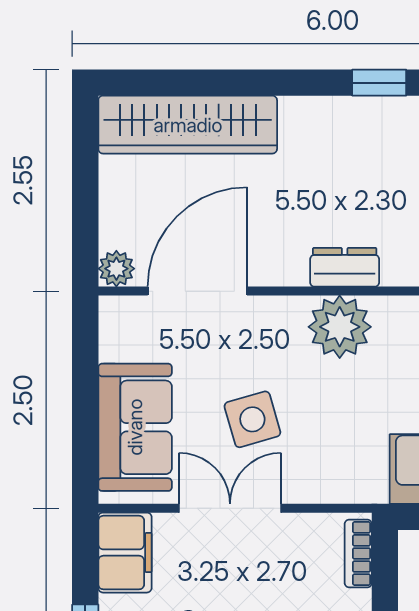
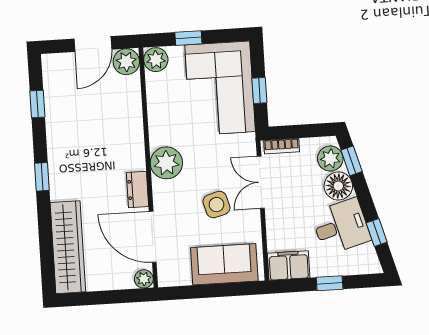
window: (379, 83) -> (42, 177), moved
dresser: (345, 267) -> (137, 189), moved
double door: (230, 508) -> (261, 182), moved

